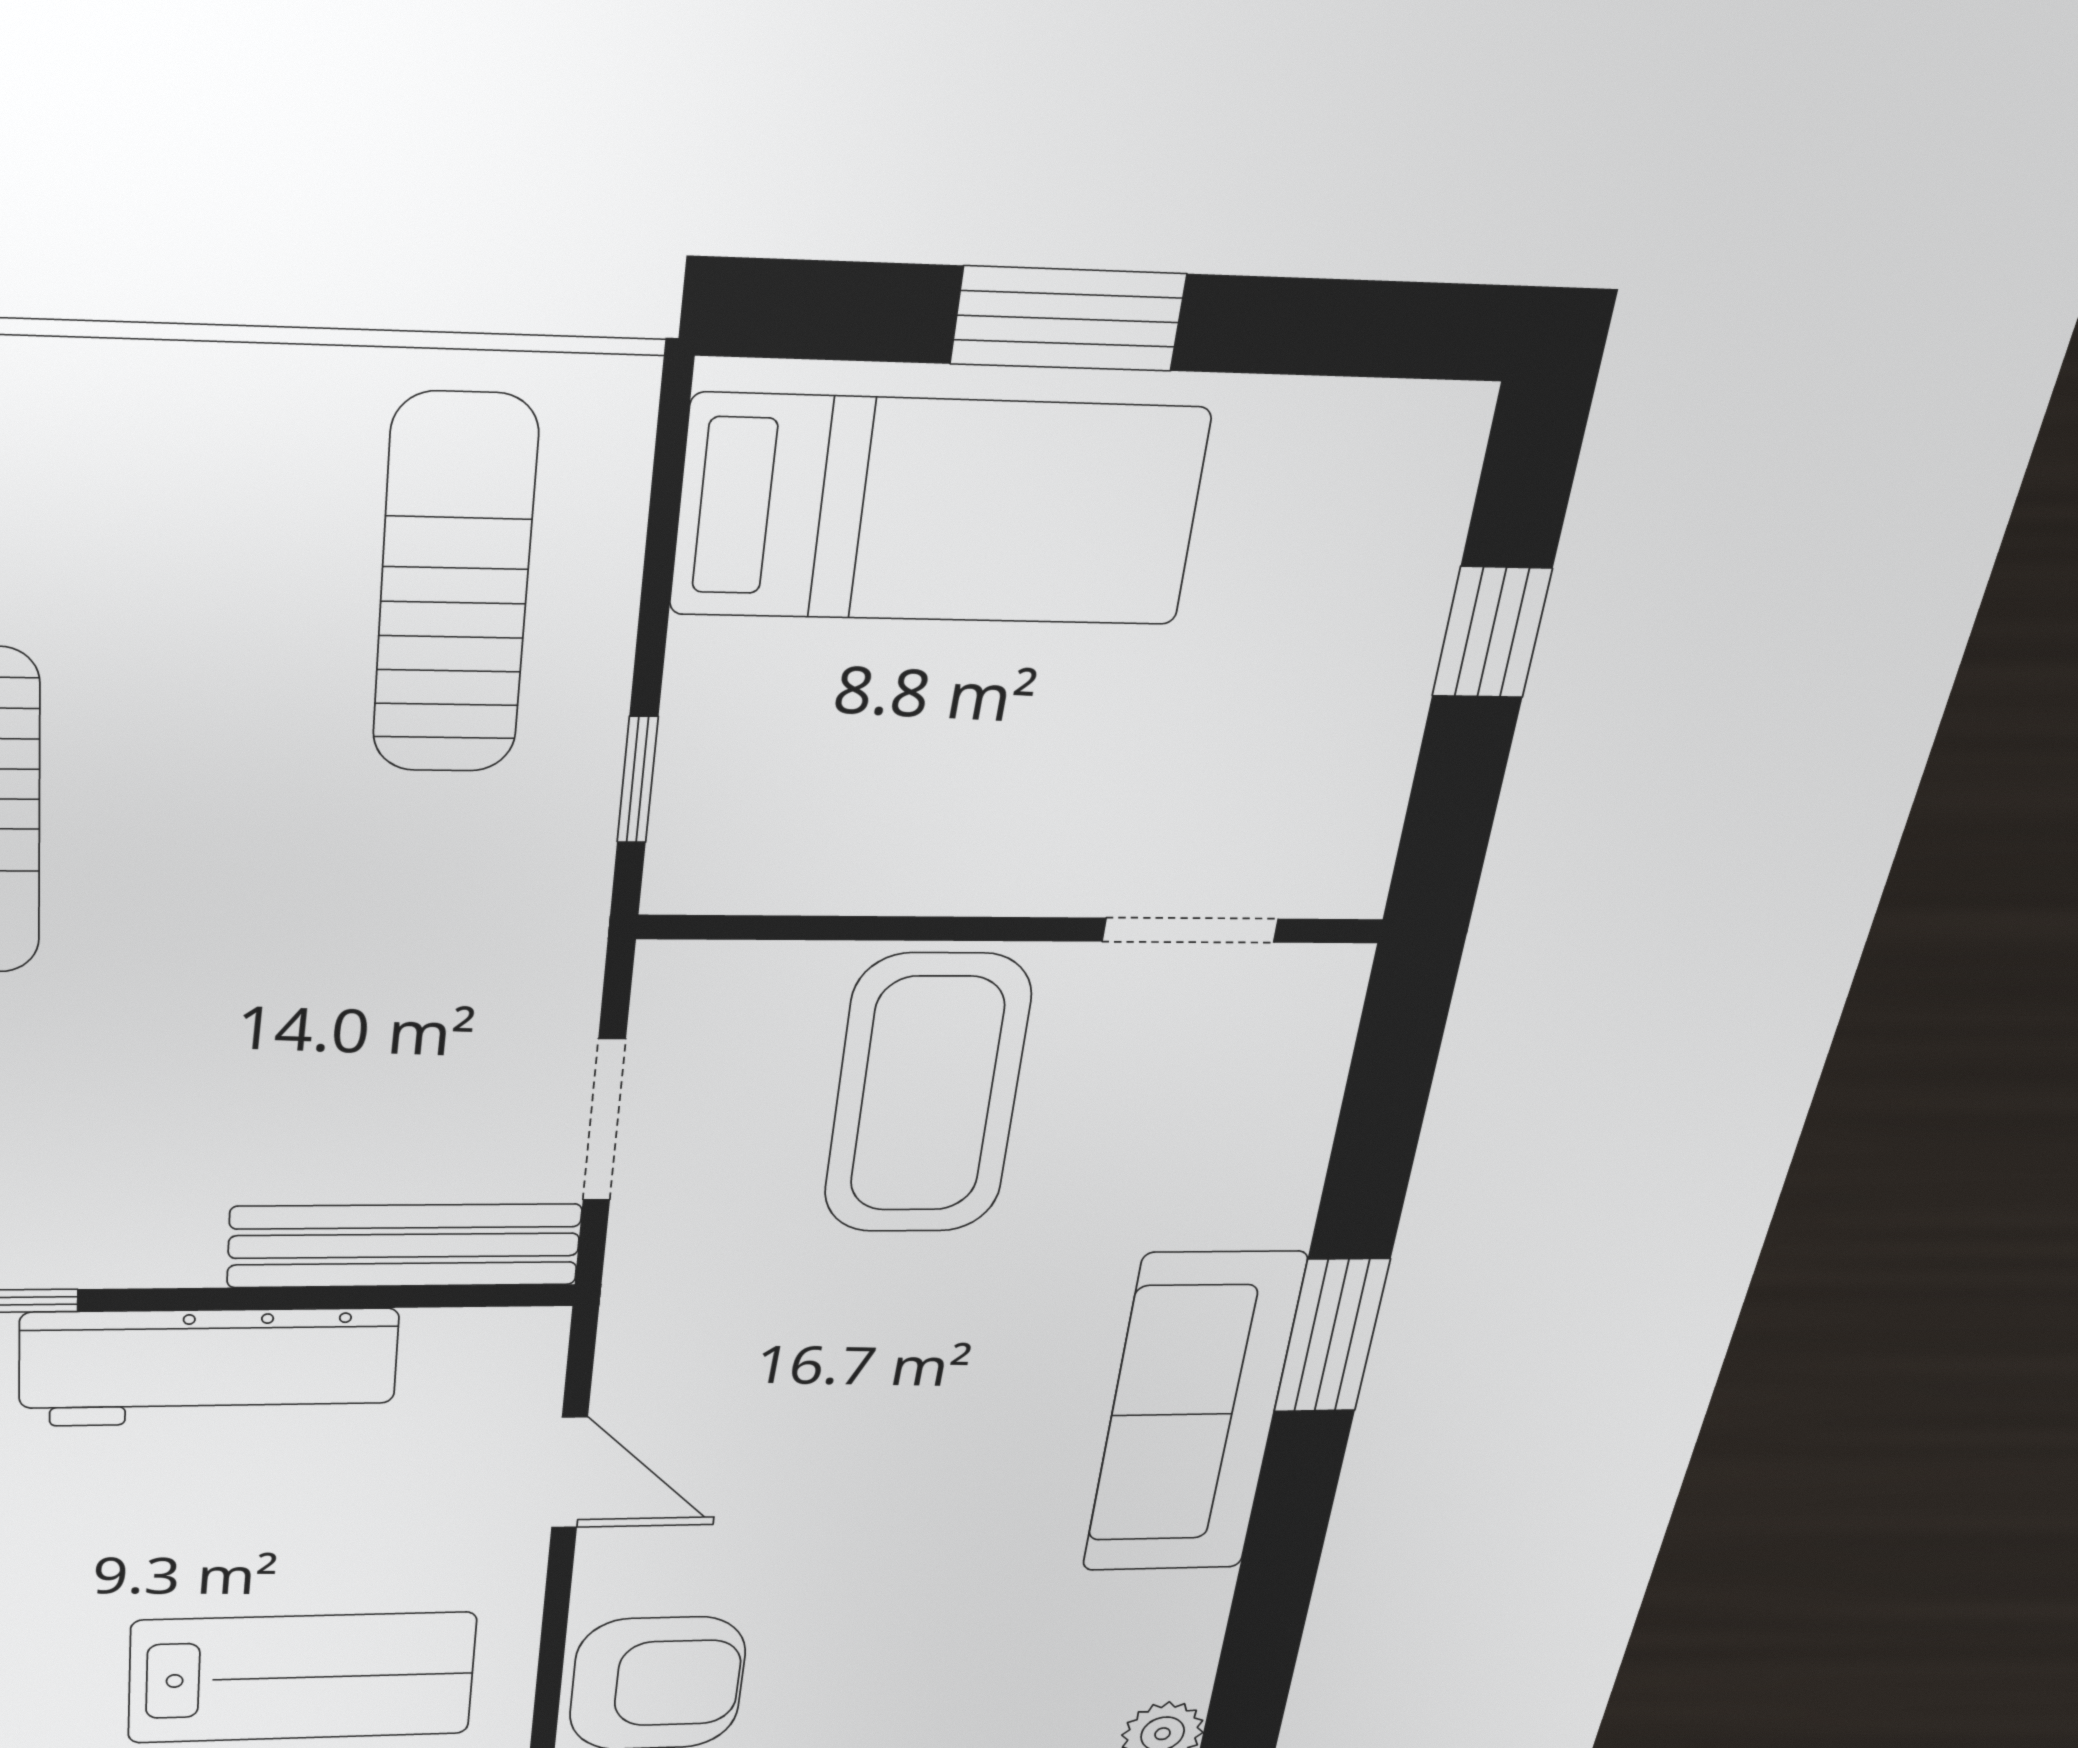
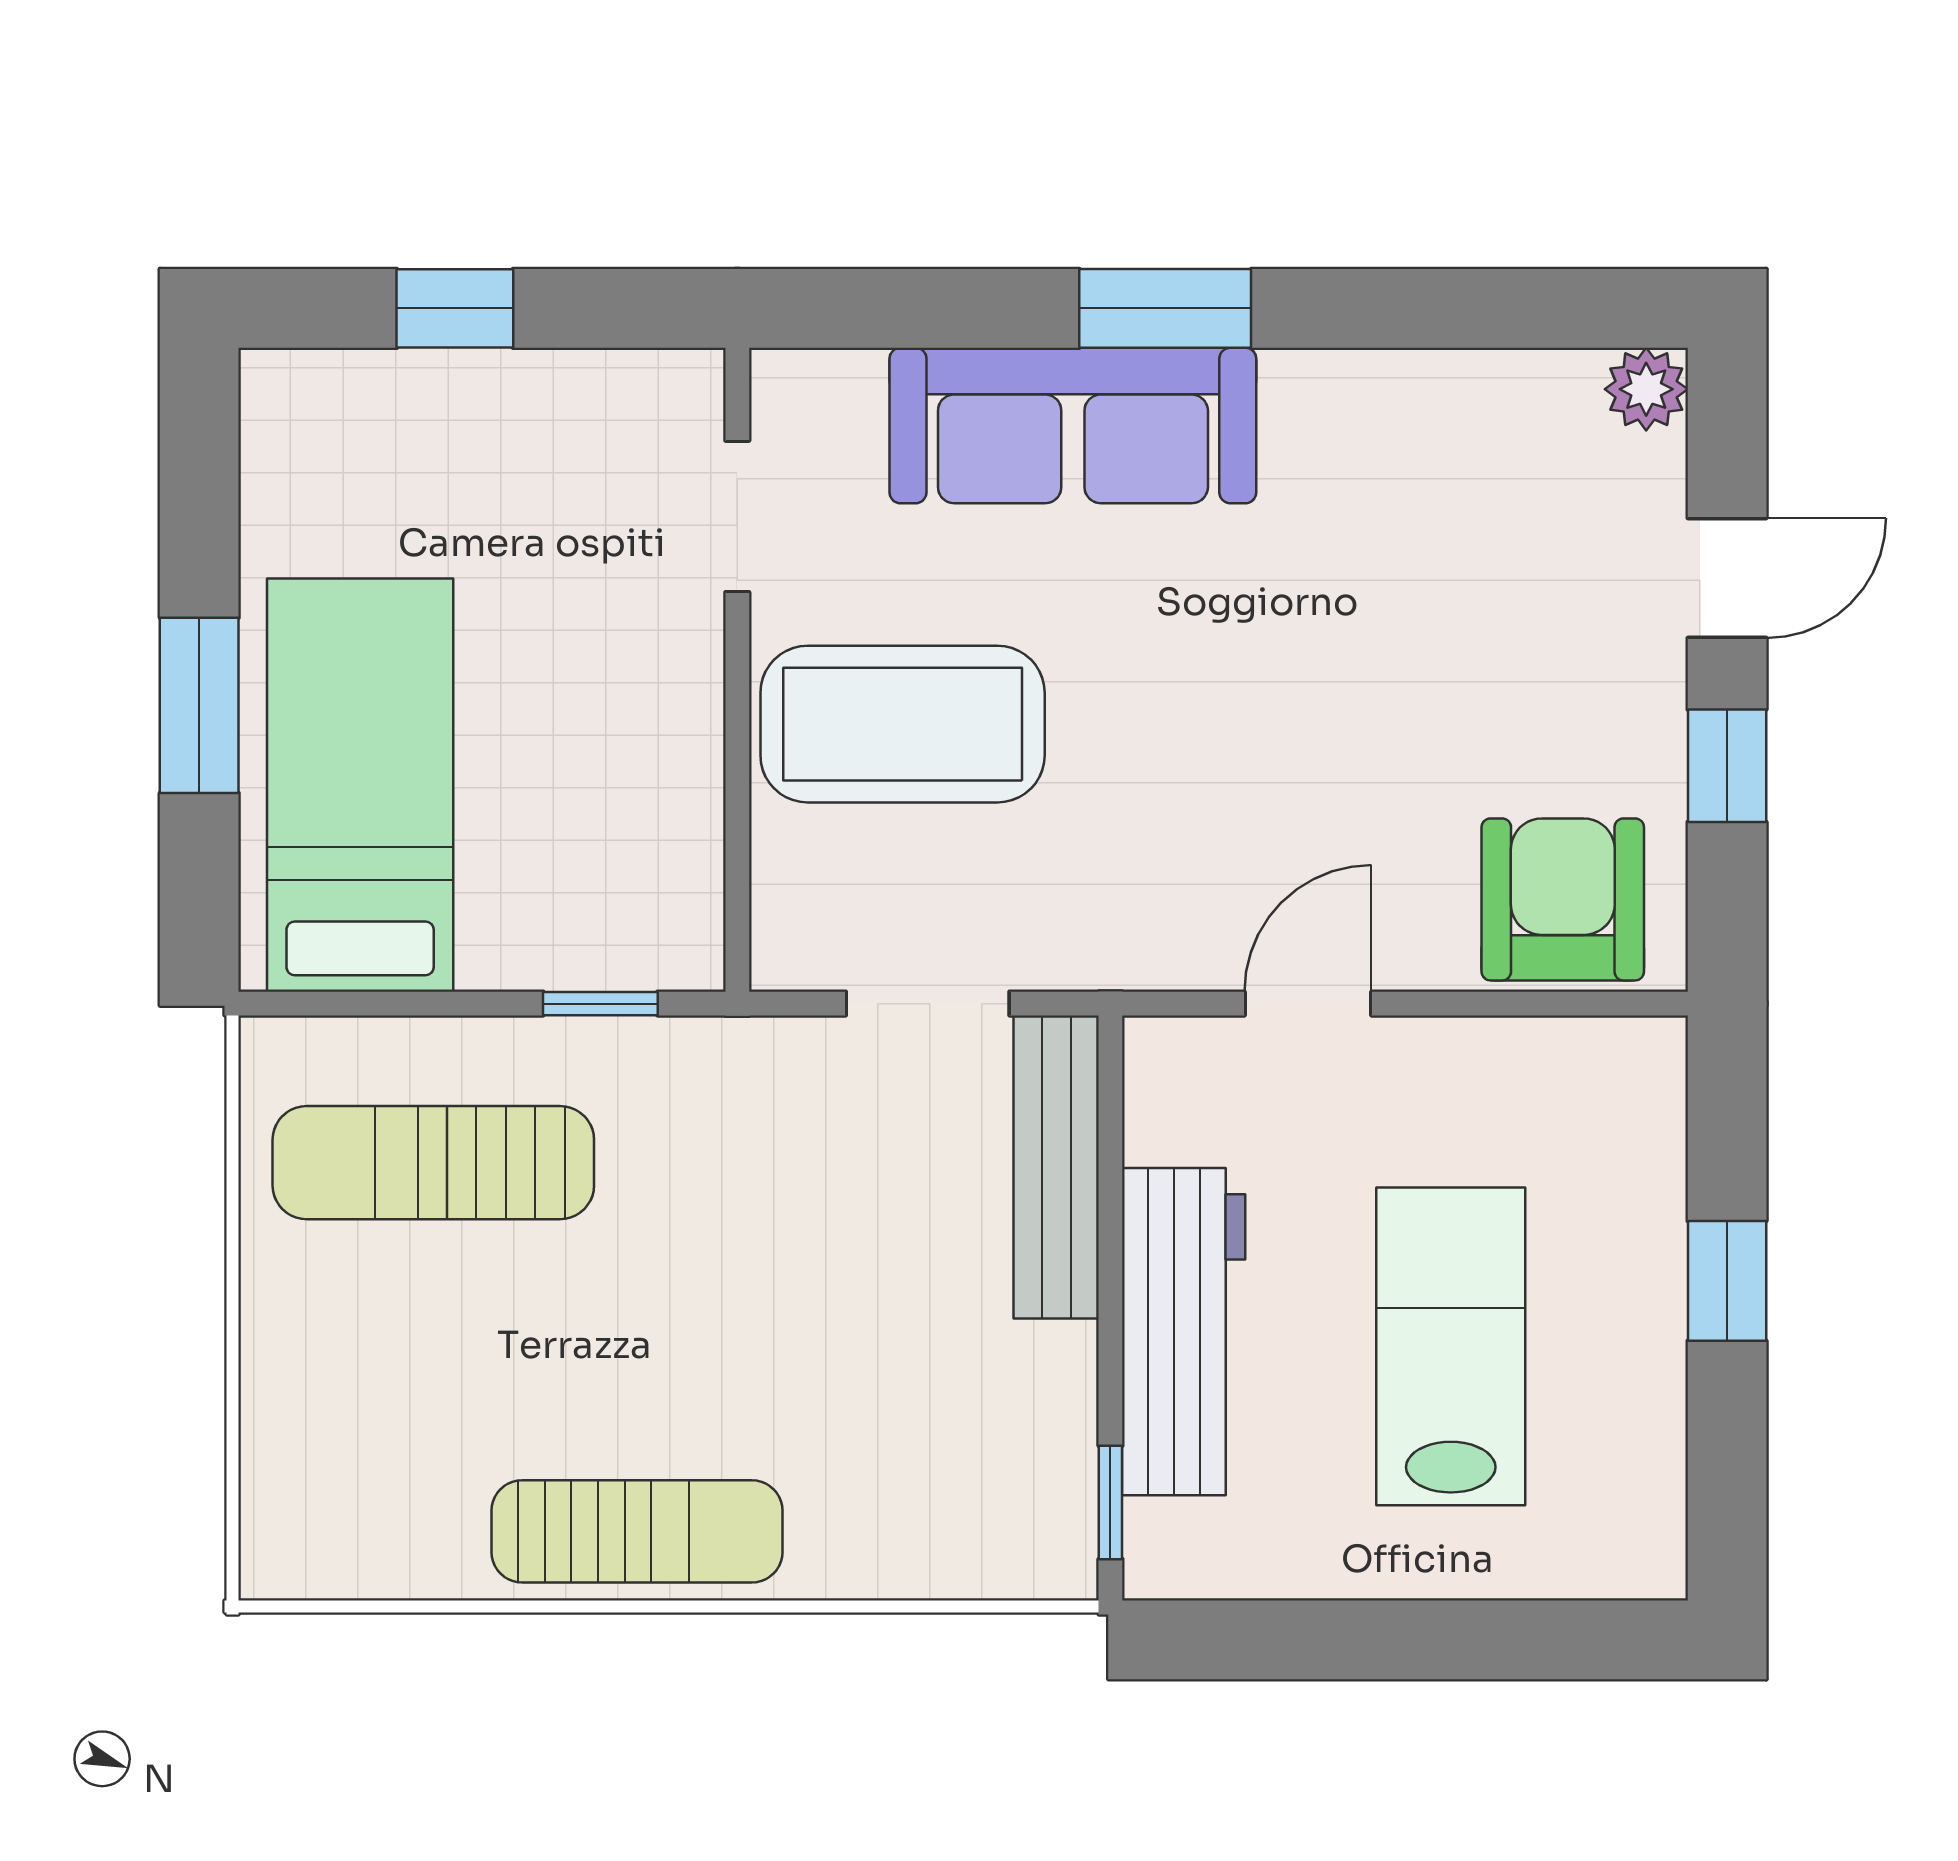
sofa: (1193, 1414) -> (1073, 426), moved
lab bench: (302, 1677) -> (1451, 1346), moved

